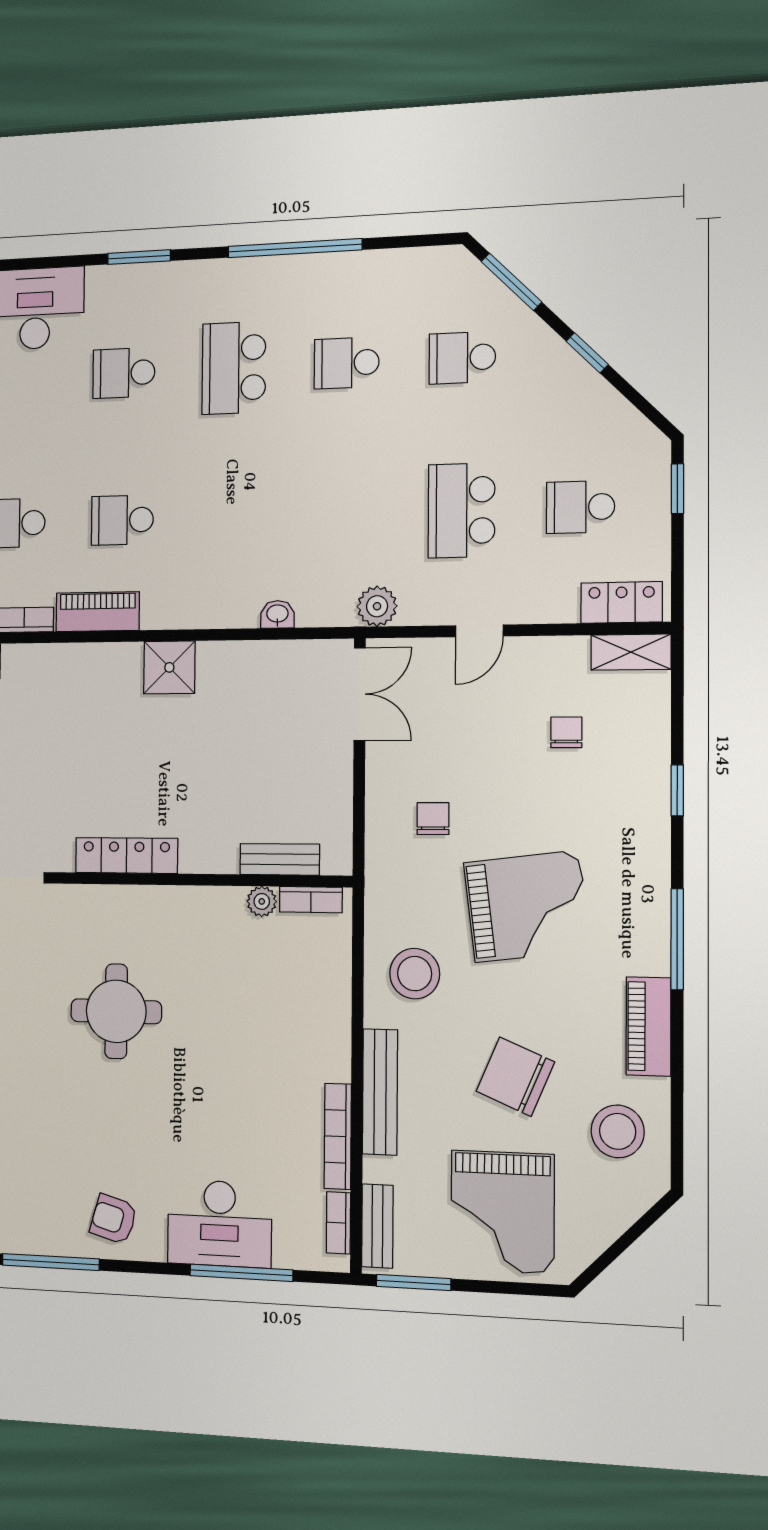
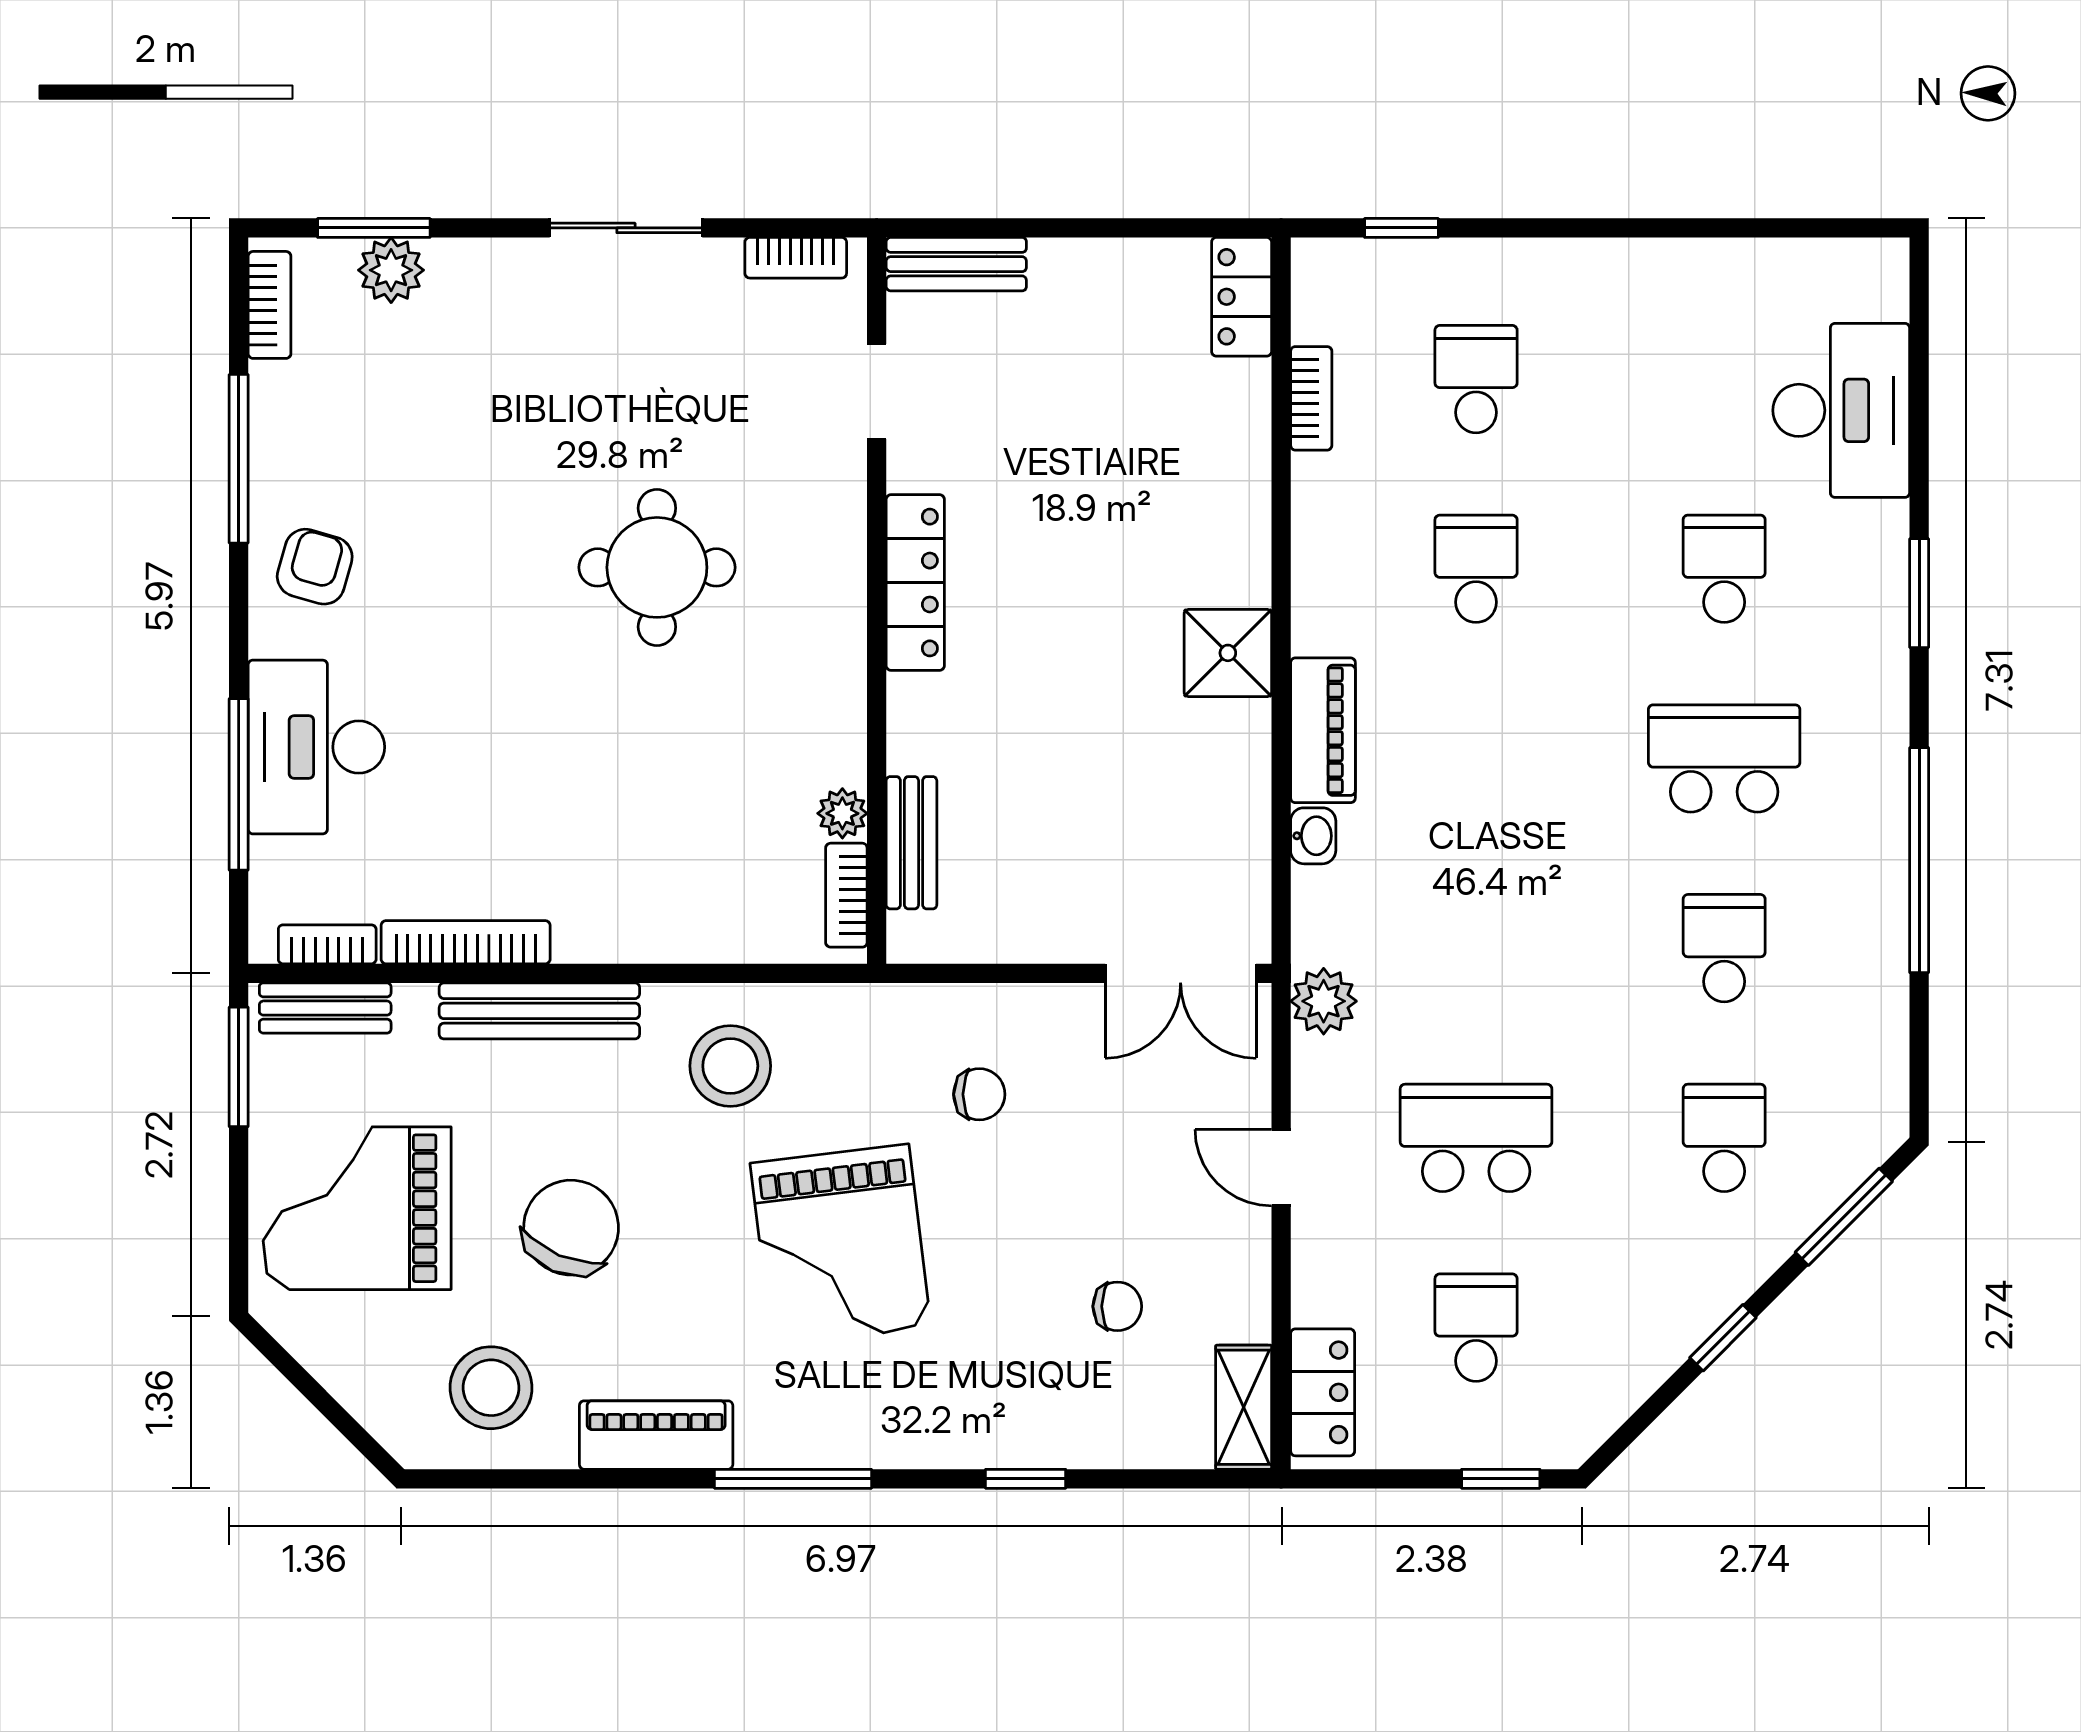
piano: (98, 612) -> (1323, 730), moved

